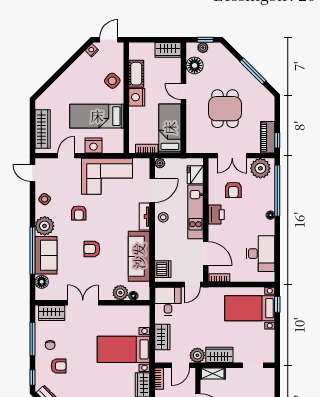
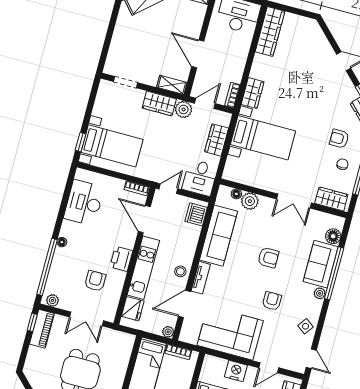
double door: (232, 156) -> (86, 319), swing flipped
plant: (260, 168) -> (52, 300), width x0.53, depth x0.53
plant: (45, 226) -> (320, 293), width x0.53, depth x0.53

